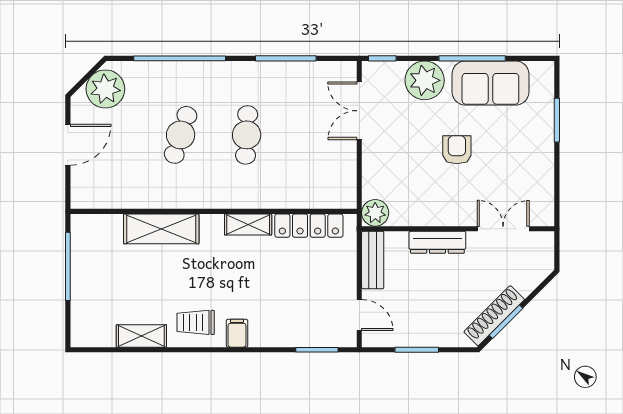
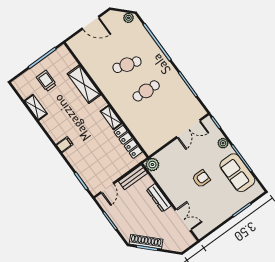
plant: (425, 80) -> (223, 143), width x0.53, depth x0.53
plant: (105, 89) -> (128, 18), width x0.53, depth x0.53
double door: (359, 111) -> (188, 129), swing flipped
trolley: (196, 322) -> (46, 81), moved

